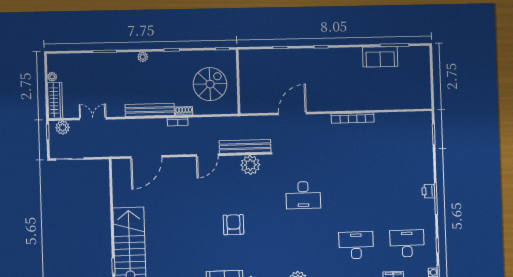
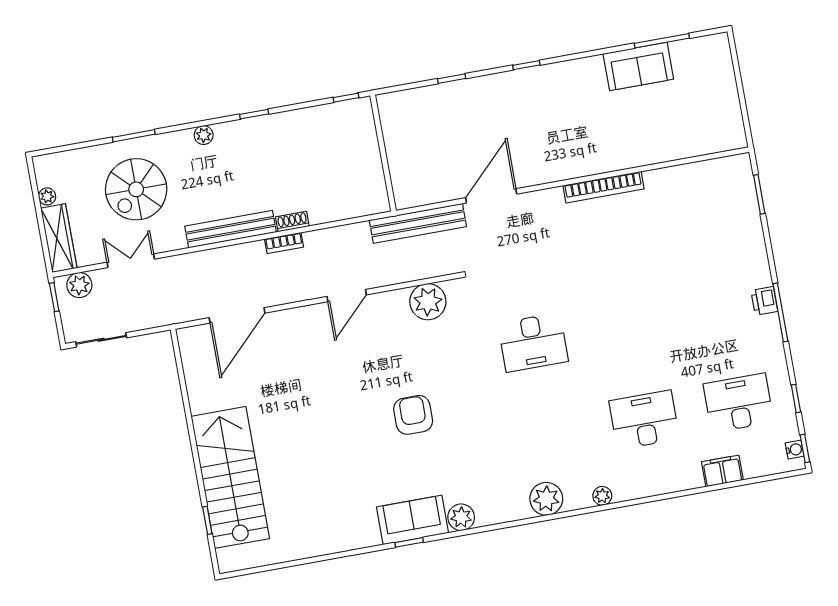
spiral stairs: (210, 84) -> (136, 189), moved, turned 180
bench: (245, 146) -> (418, 223), moved

